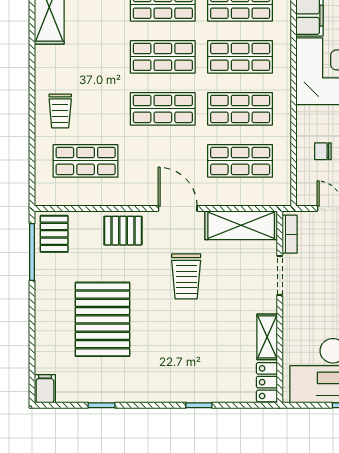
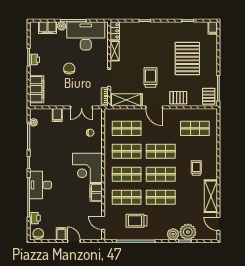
trolley: (60, 111) -> (196, 168), moved

